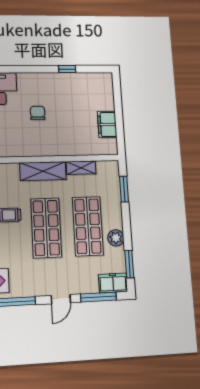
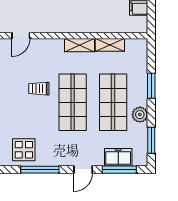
shelving: (43, 171) -> (79, 45), width x0.67, depth x0.75
window: (124, 189) -> (151, 86), moved
freezer: (113, 283) -> (118, 157), moved

